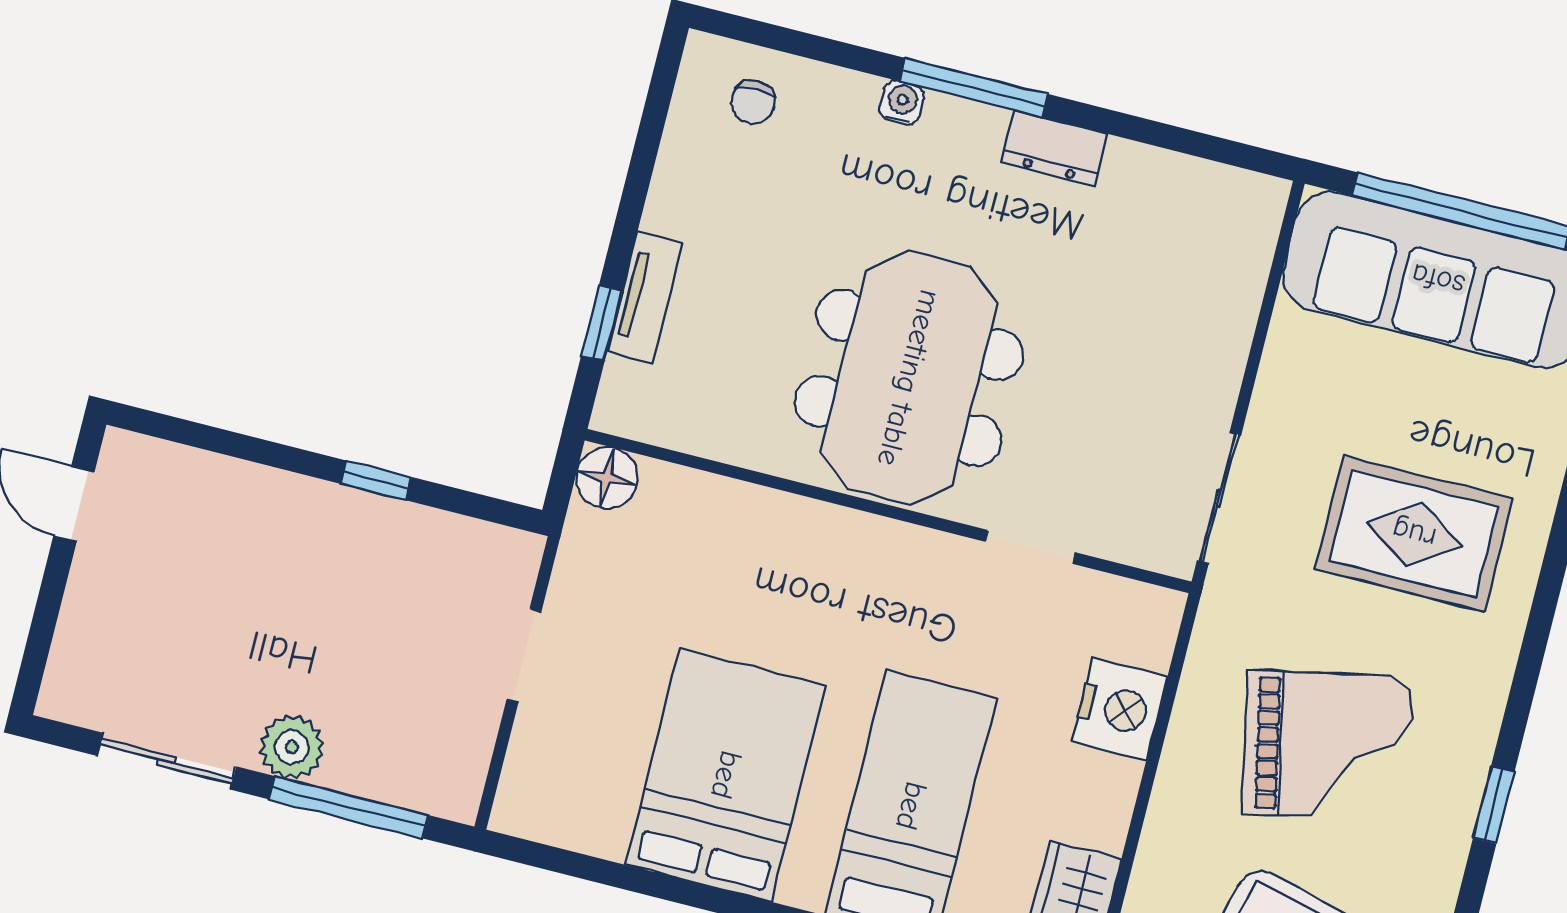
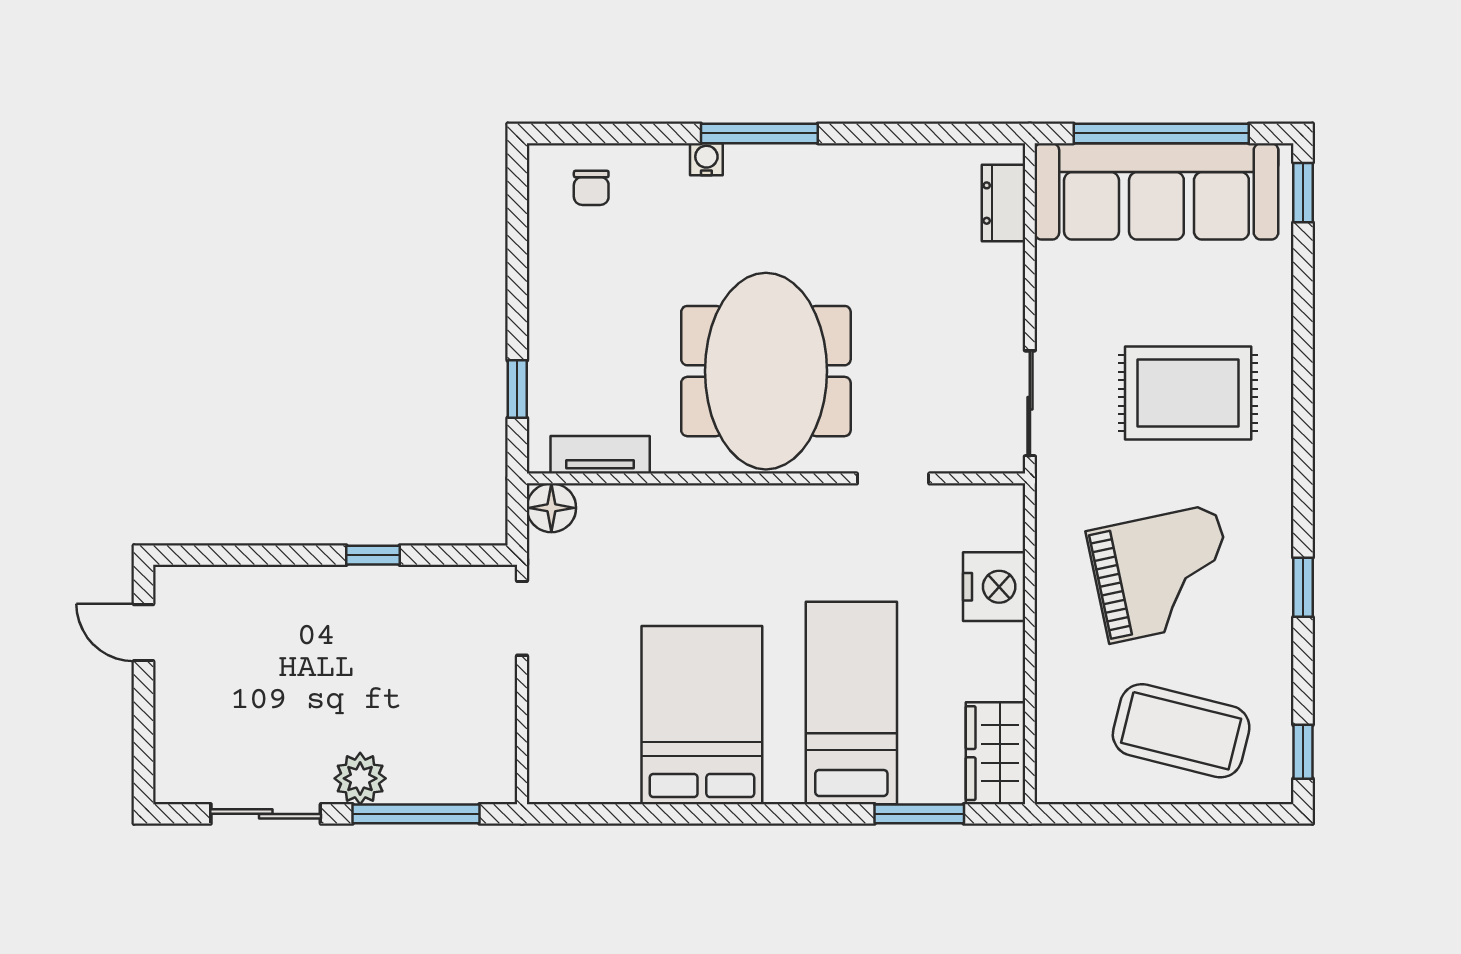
dresser: (1054, 148) -> (1004, 203), moved, turned 90
tv unit: (645, 297) -> (600, 455), moved, turned -90
doorway: (524, 655) -> (522, 618), moved

